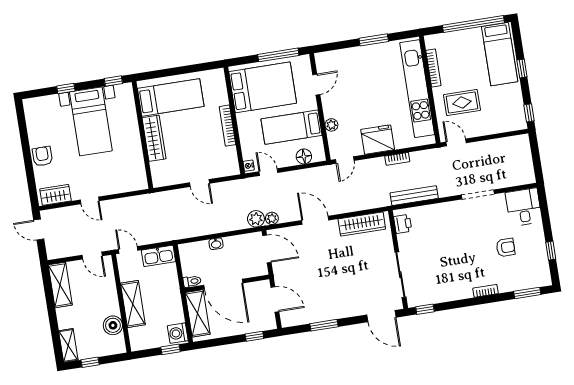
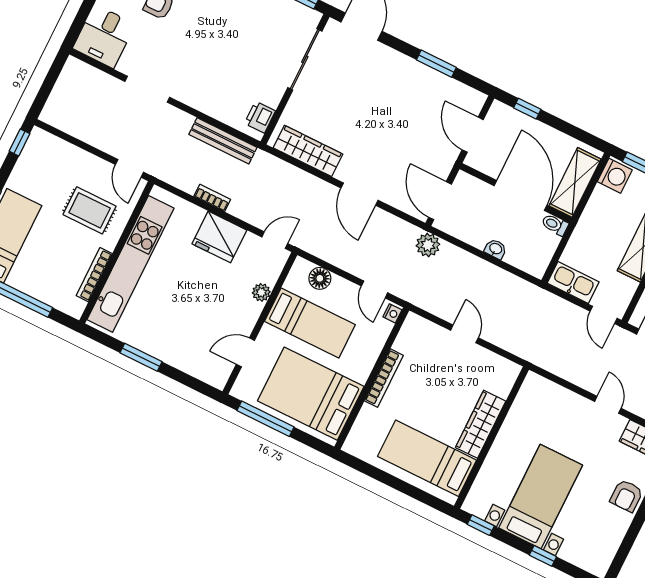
plant: (272, 218) -> (409, 232), removed

